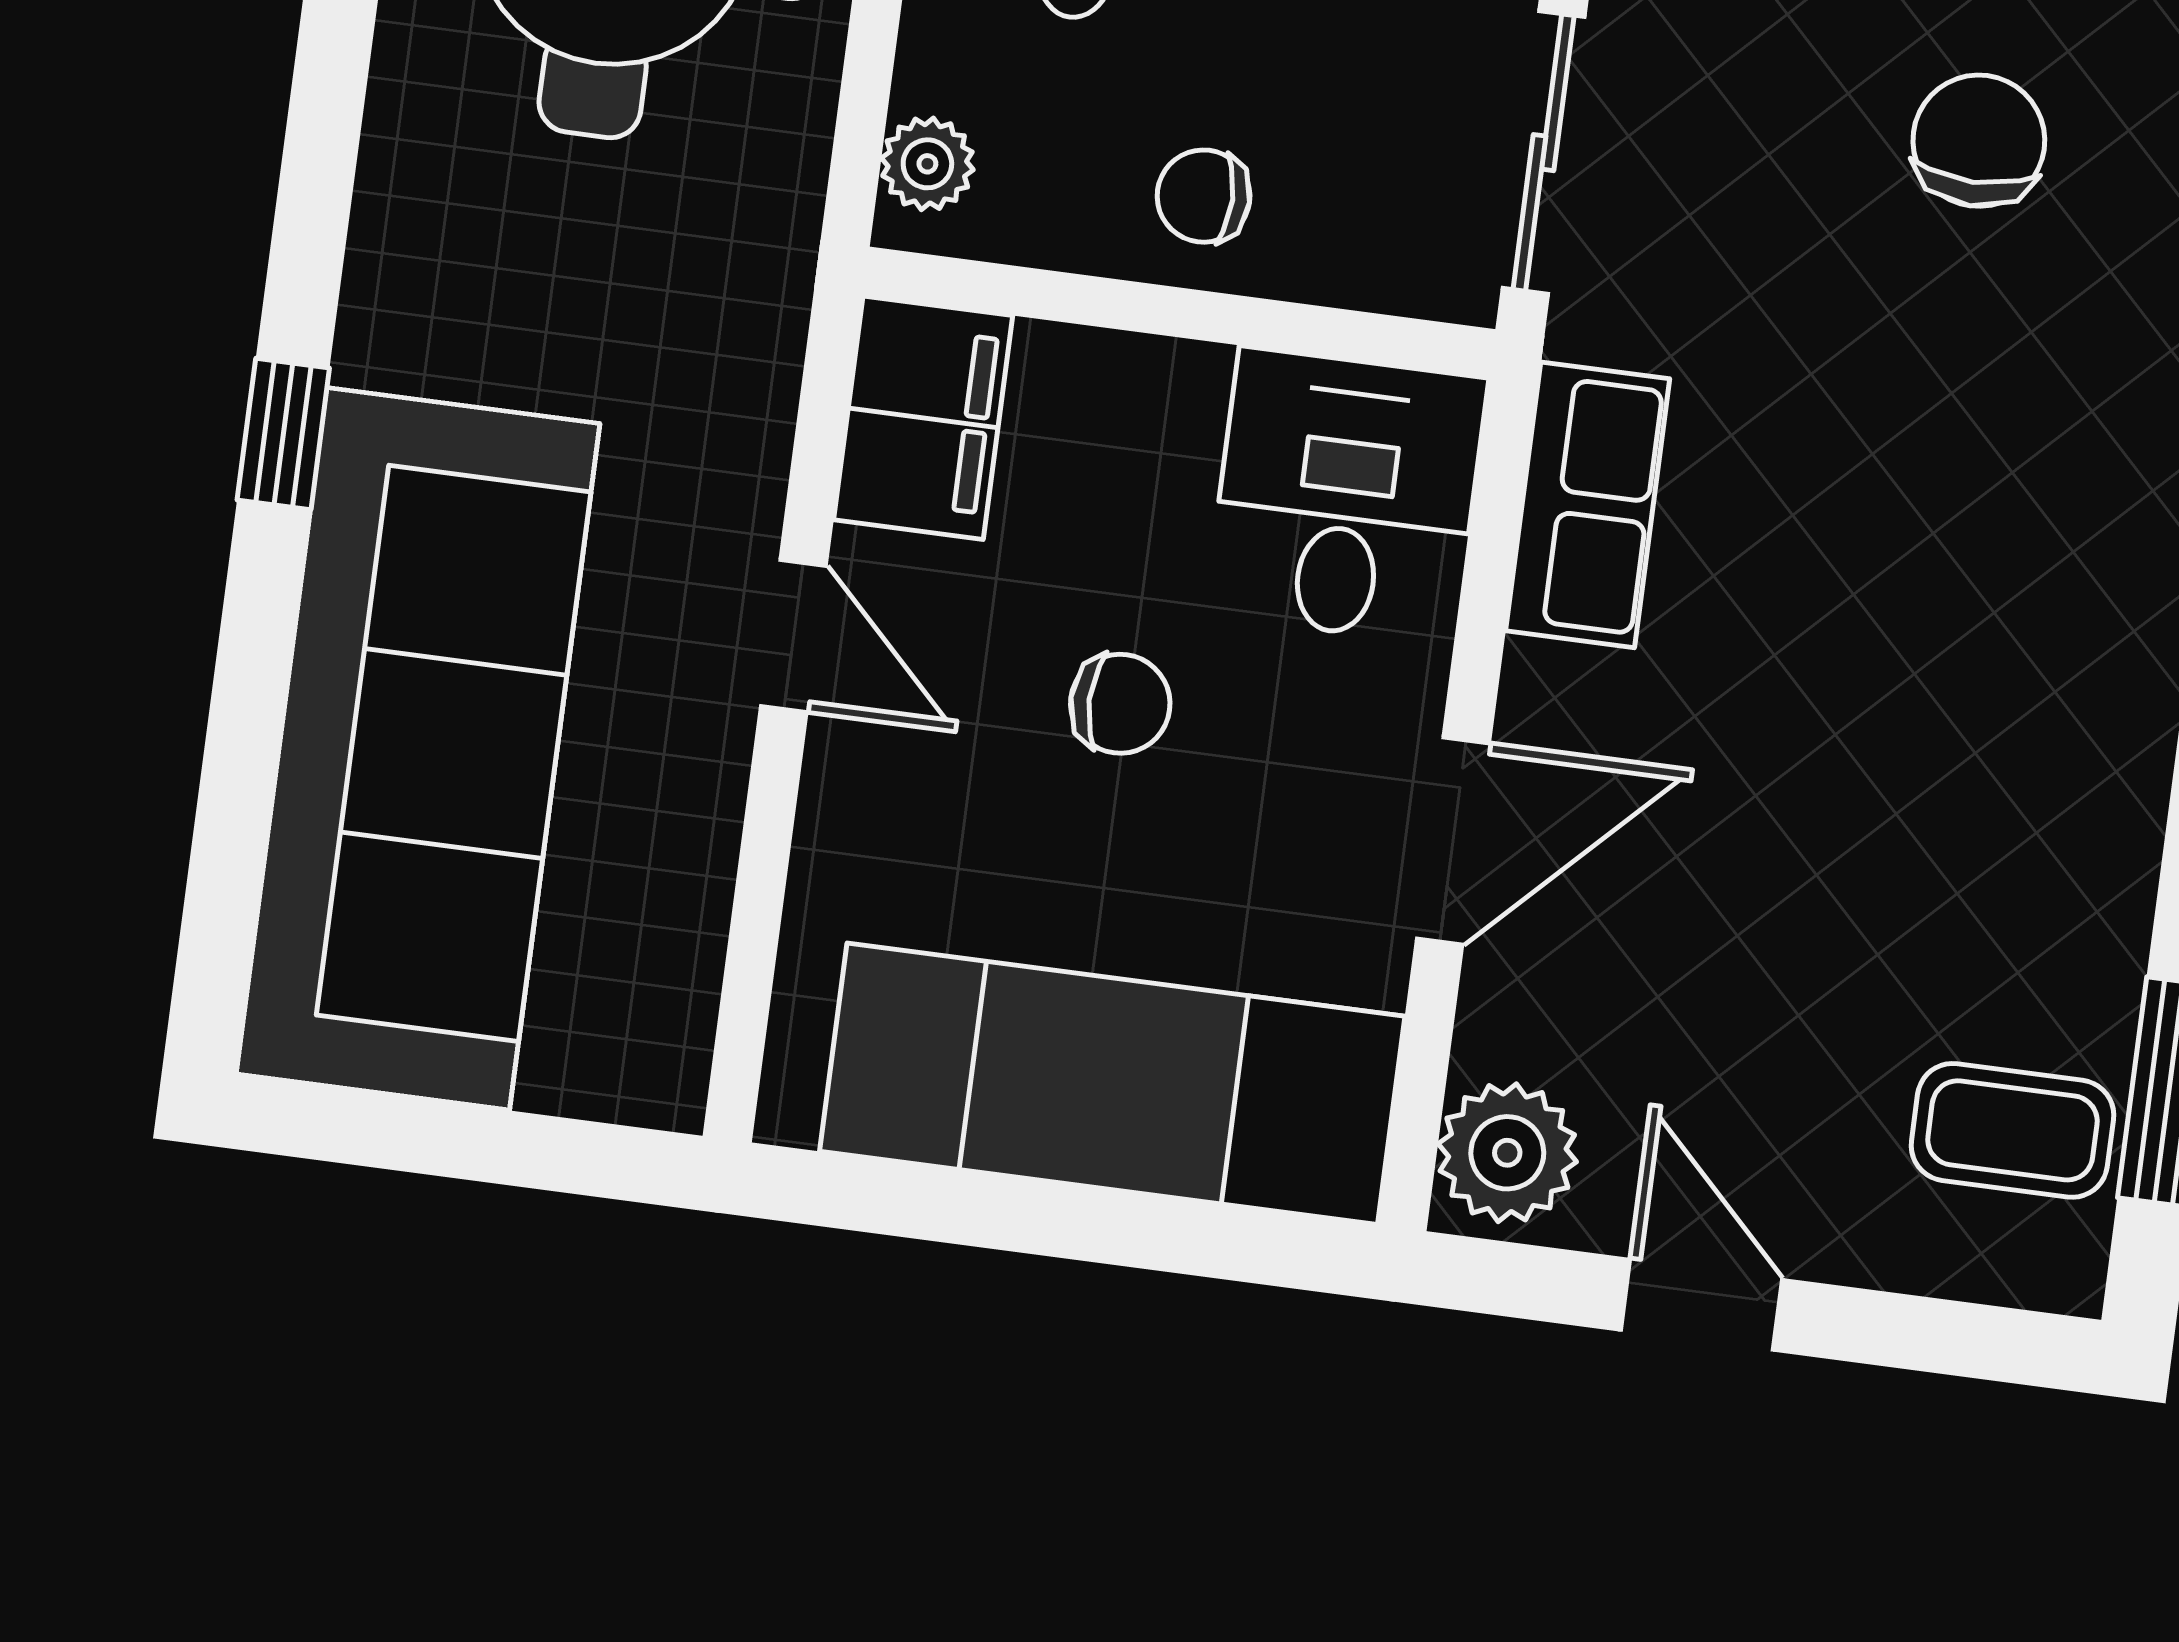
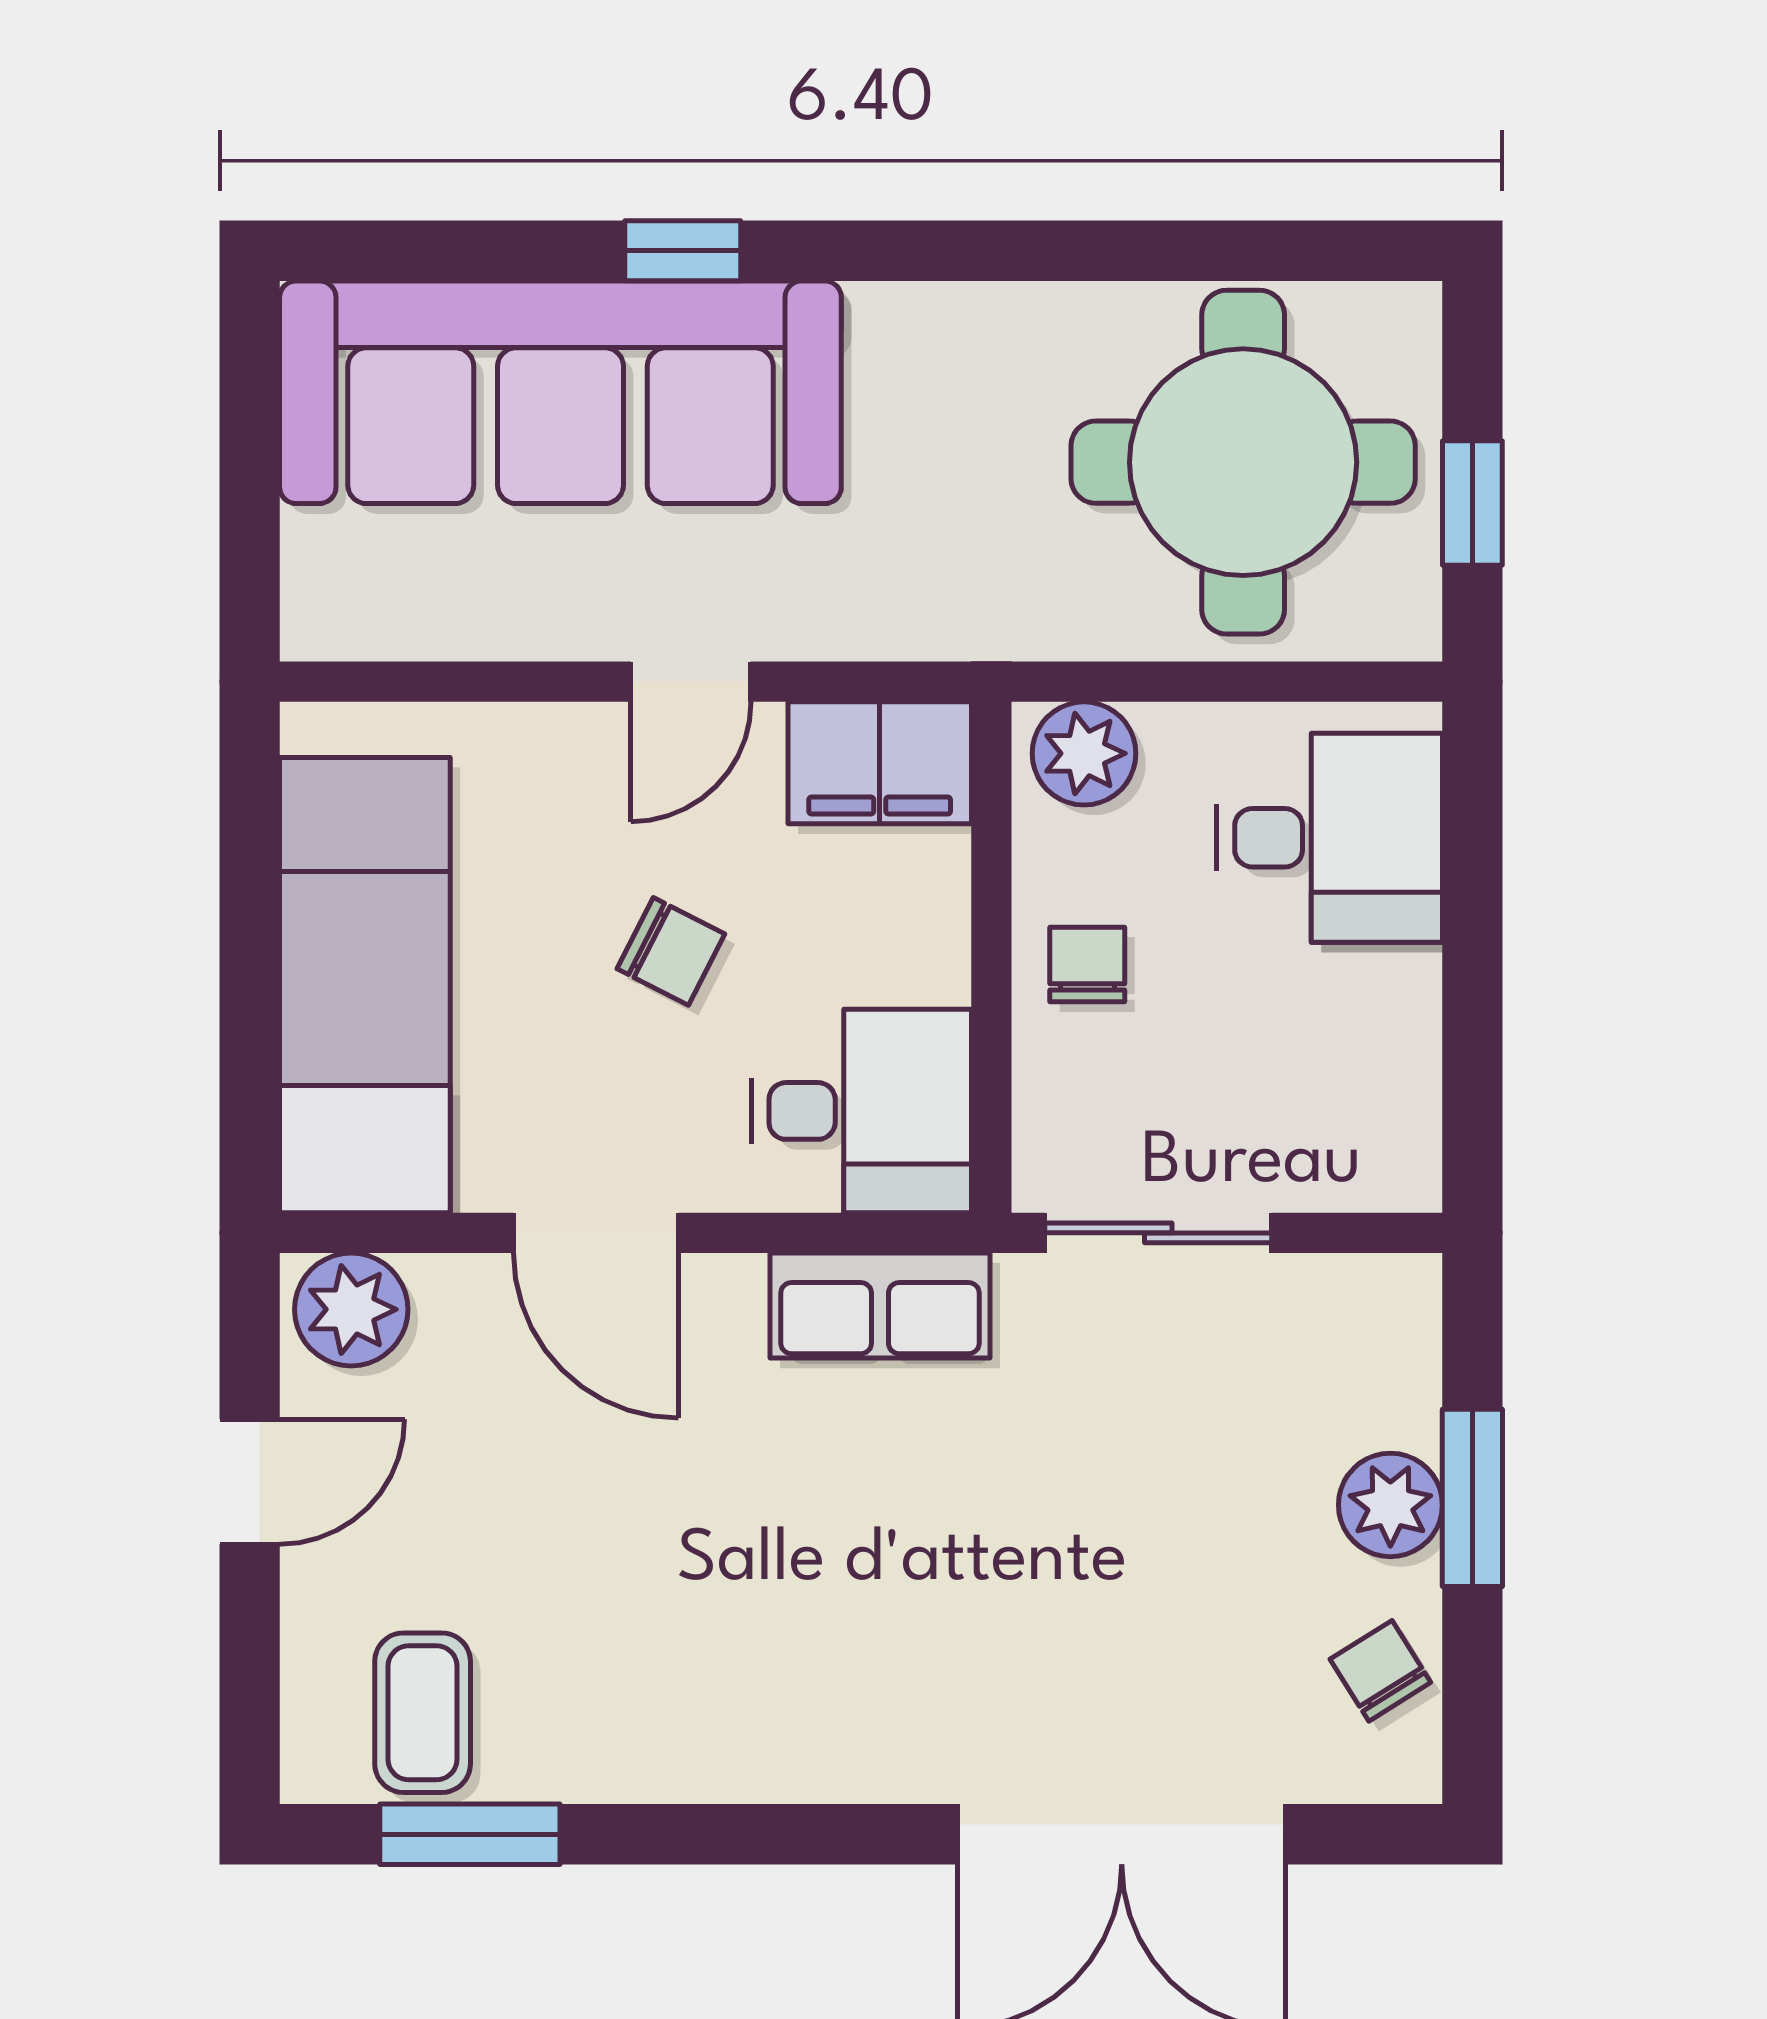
chair: (1979, 141) -> (1214, 1581), removed
plant: (927, 164) -> (1084, 753), width x1.38, depth x1.38
window: (283, 434) -> (683, 251), moved
chair: (1120, 704) -> (671, 951), turned -63

